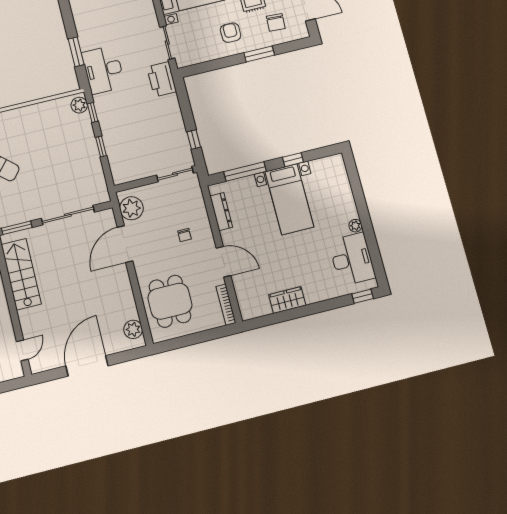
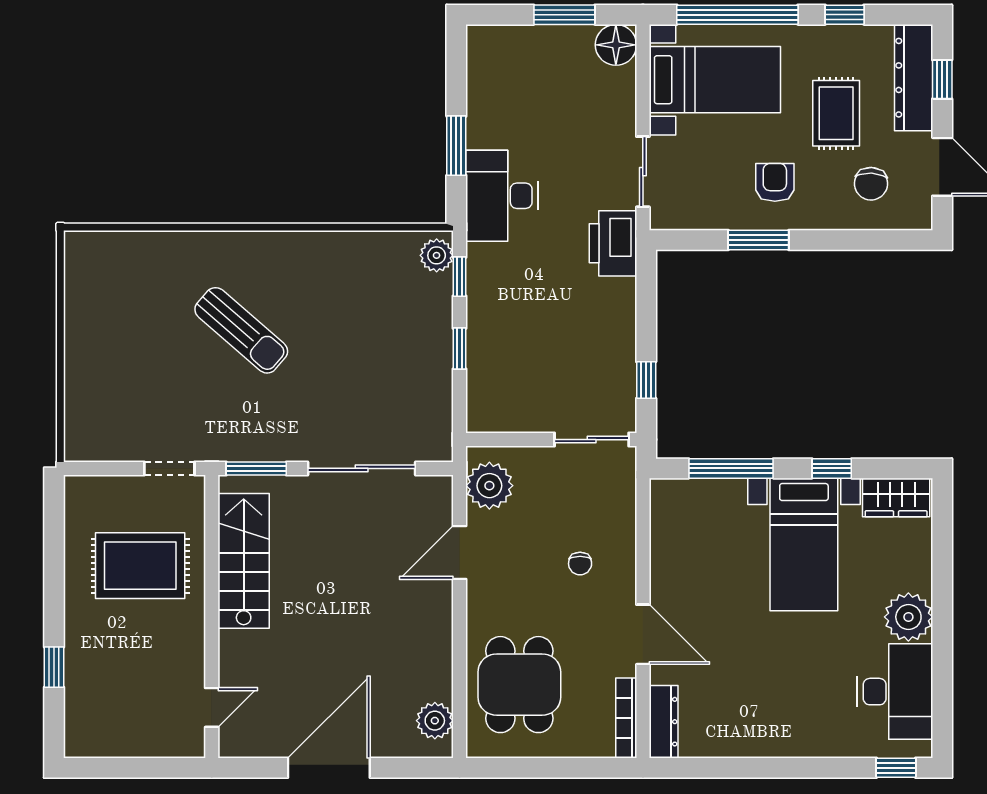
window: (259, 54) -> (758, 240), moved
dresser: (221, 212) -> (664, 722), moved
plant: (355, 226) -> (908, 617), width x1.88, depth x1.88
door: (125, 244) -> (460, 553), width x0.73
wardrobe: (287, 300) -> (896, 498), moved, turned 180

